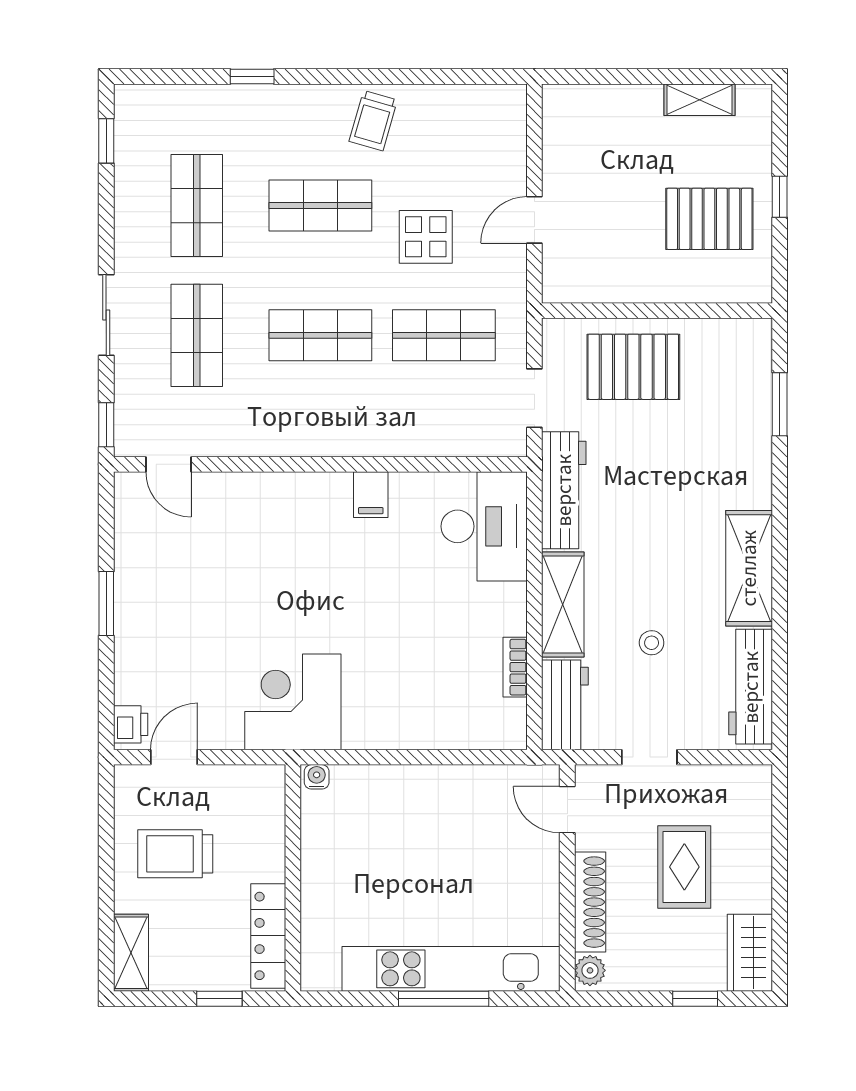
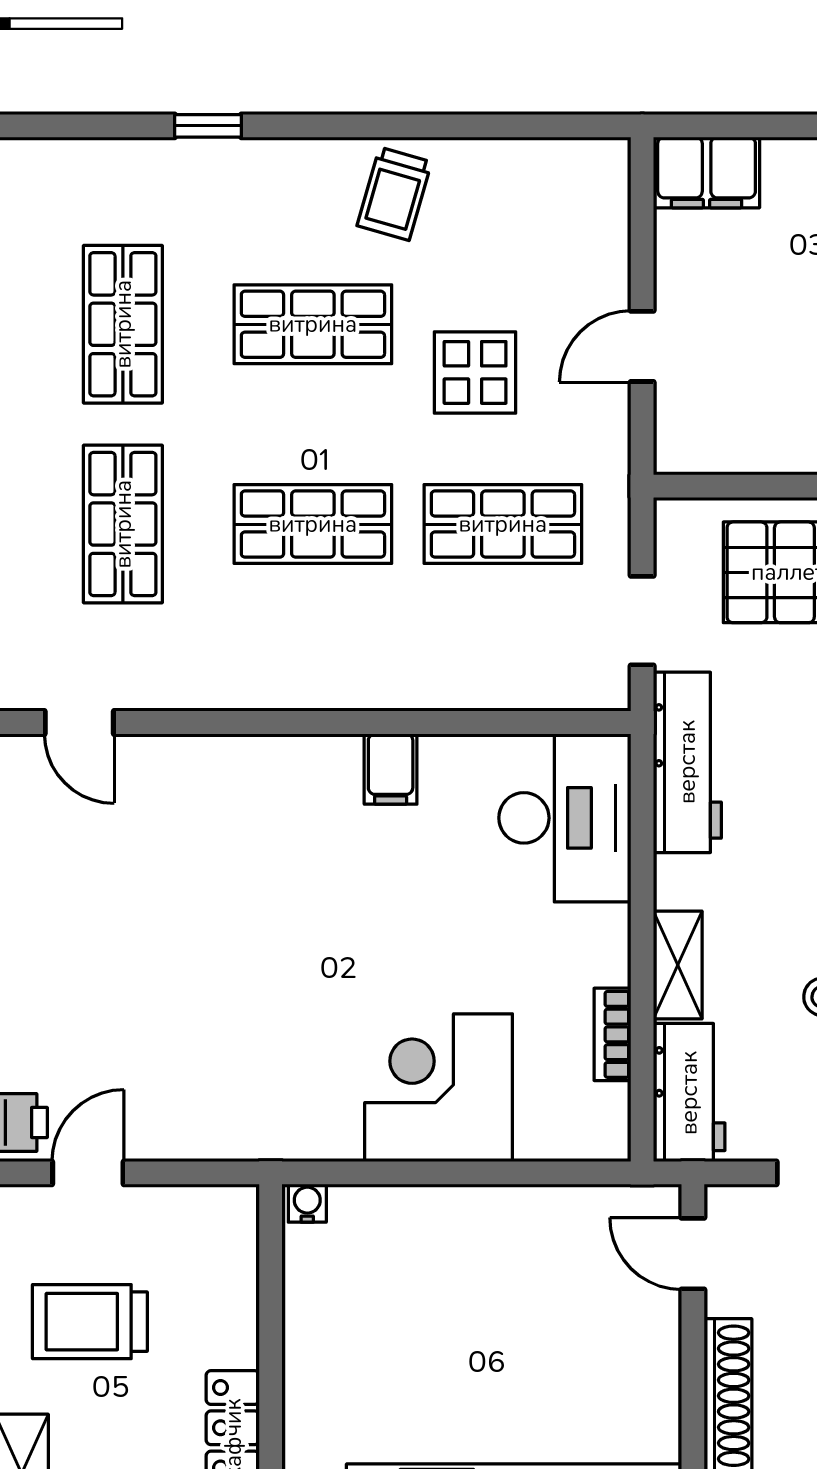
filing cabinet: (576, 107) -> (707, 172), added
shelving: (563, 604) -> (678, 965), width x0.67, depth x0.75
corner desk: (293, 702) -> (439, 1088), moved

